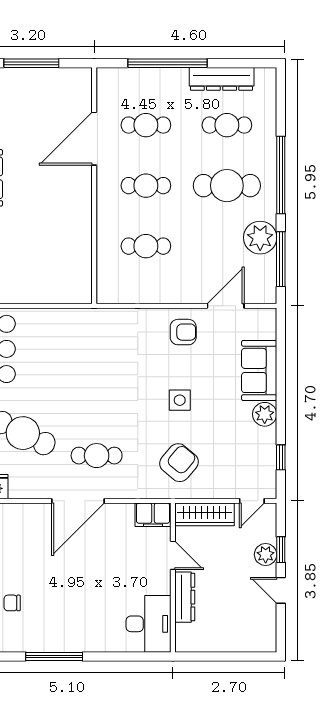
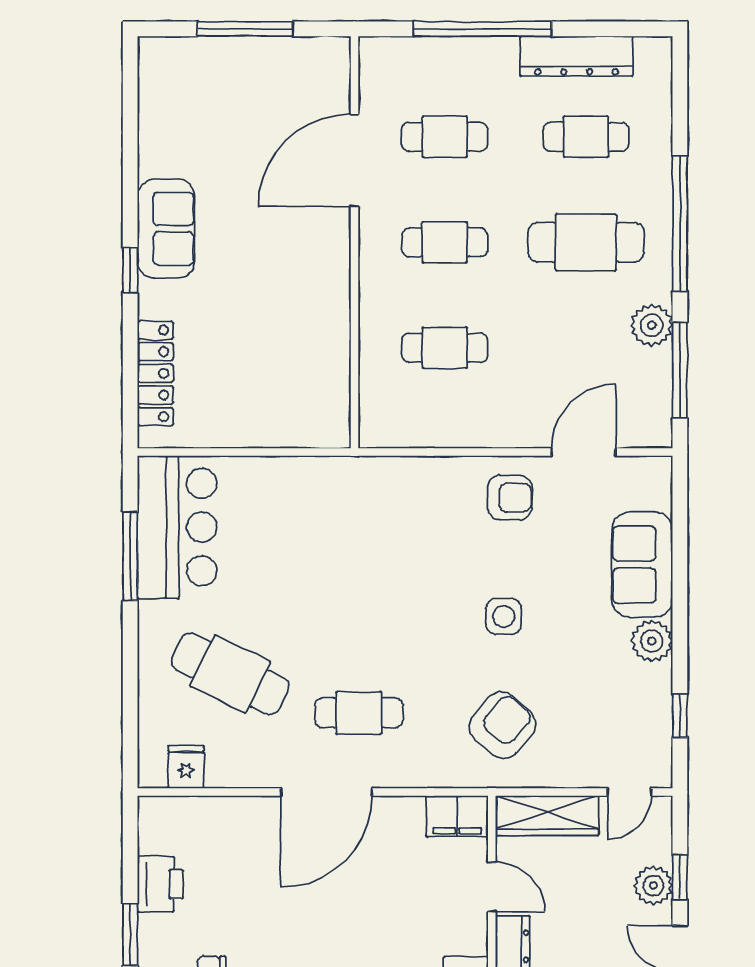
plant: (260, 238) -> (652, 325), width x0.73, depth x0.73

